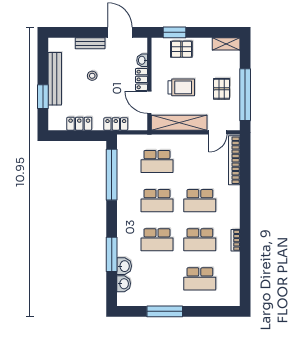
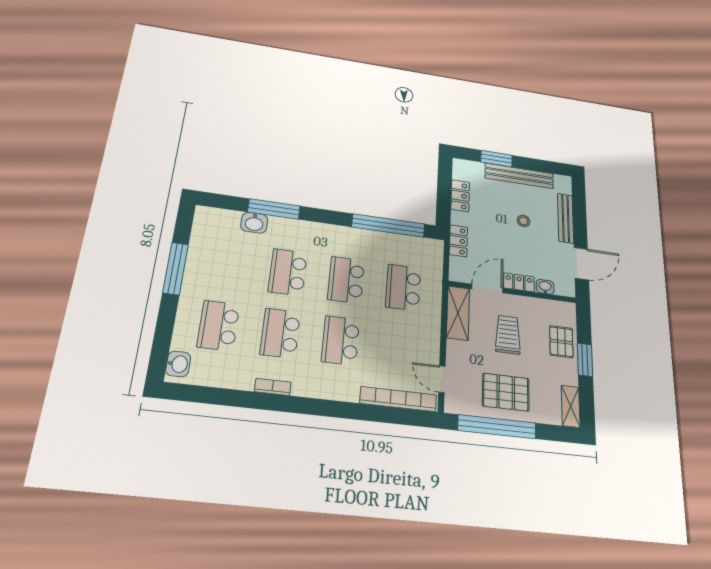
window: (174, 32) -> (585, 360), moved
bench: (90, 43) -> (566, 218), width x1.36
trolley: (181, 87) -> (508, 335), turned 180
pallet: (222, 89) -> (506, 392), width x1.50, depth x1.42
shelving: (179, 123) -> (458, 313), width x0.68
washbasin: (124, 284) -> (178, 364), moved, turned -90

